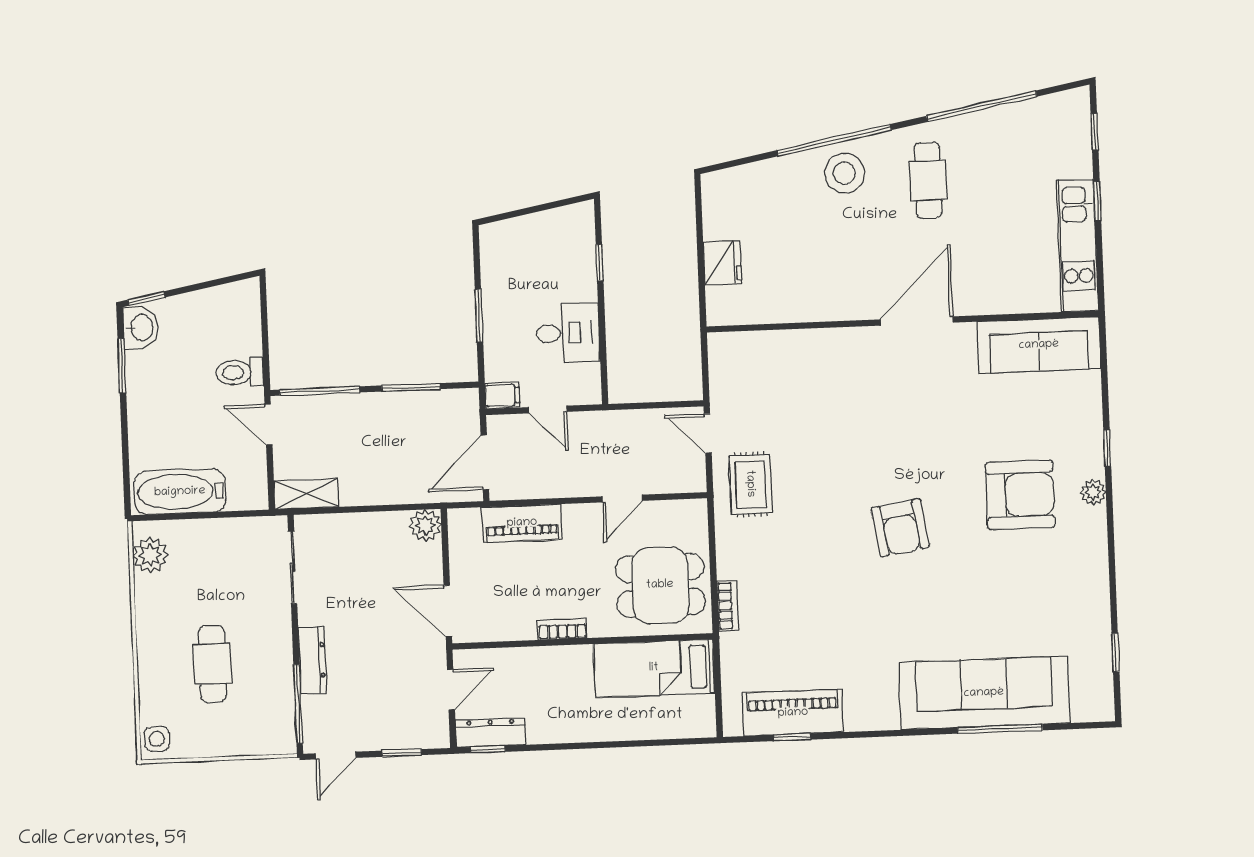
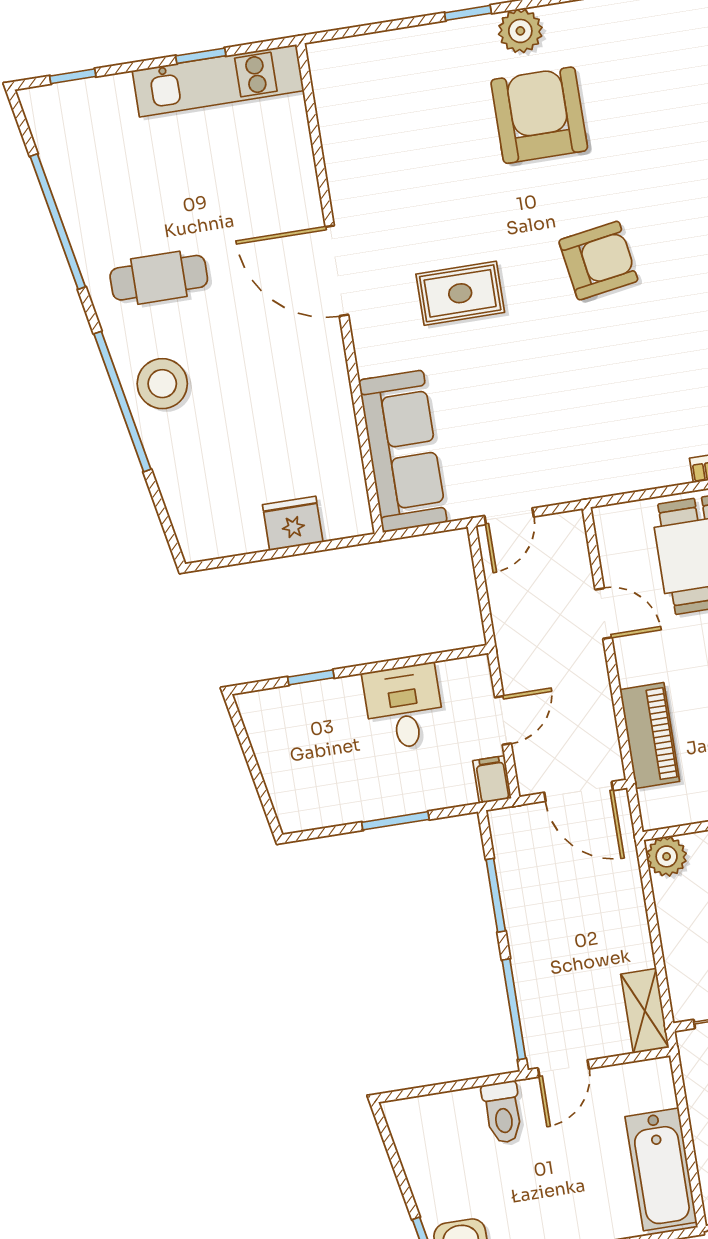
window: (1097, 201) -> (201, 56), moved
sofa: (1039, 345) -> (403, 451), moved
rug: (750, 484) -> (460, 293), moved
plant: (1093, 492) -> (520, 31), width x1.38, depth x1.38

